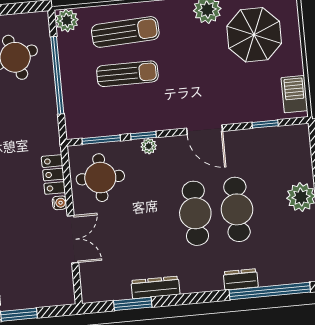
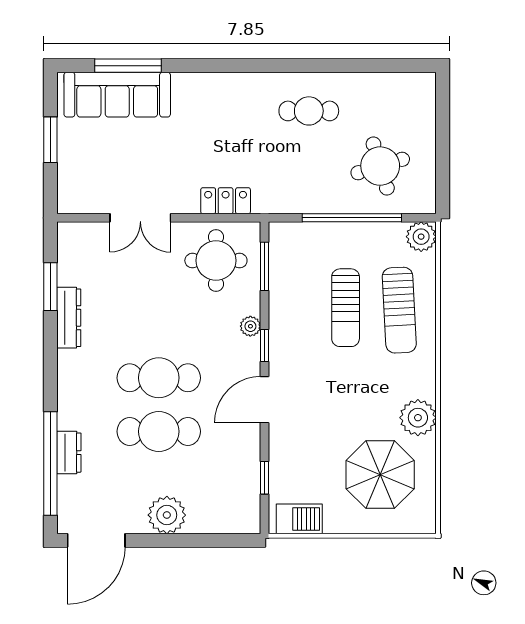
window: (143, 136) -> (265, 346), moved
water cooler: (59, 203) -> (189, 205), removed
dresser: (241, 279) -> (69, 453), moved

